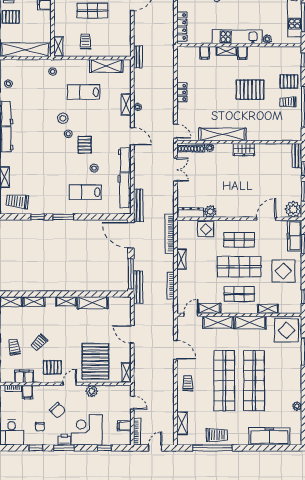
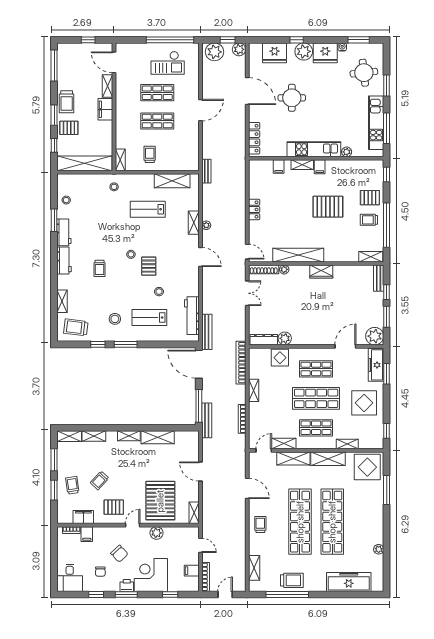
stool: (63, 118) -> (115, 319), moved
shelving: (290, 136) -> (371, 257), added
trolley: (39, 147) -> (100, 268), added
workbench: (125, 160) -> (192, 283), removed

